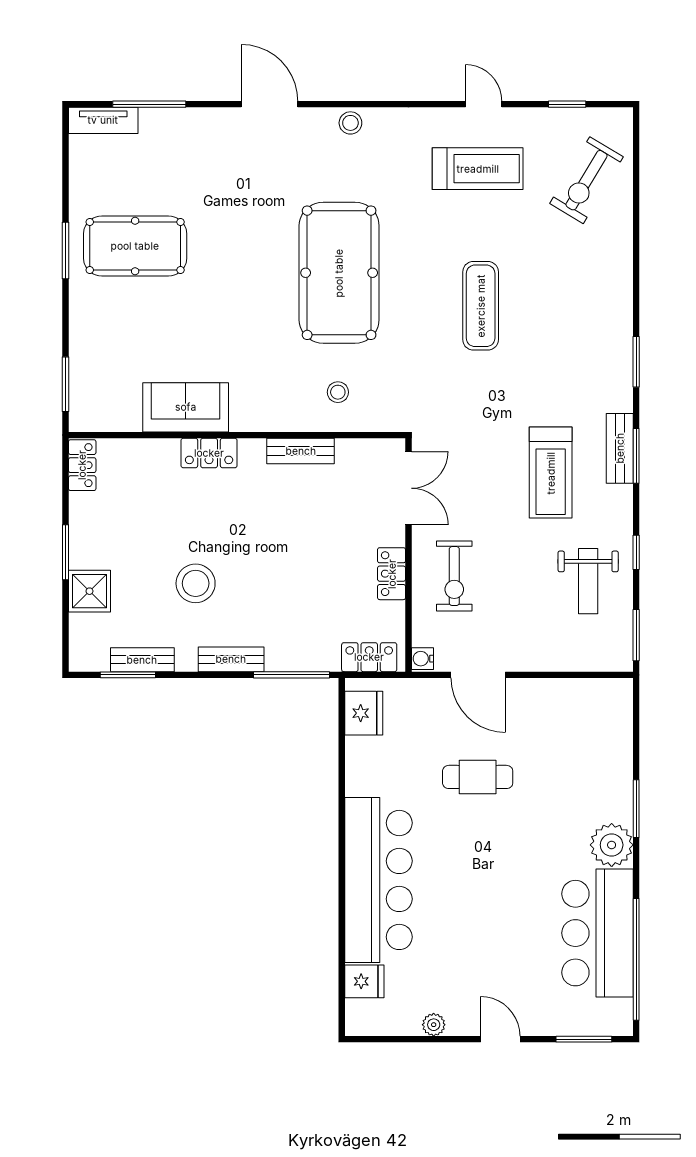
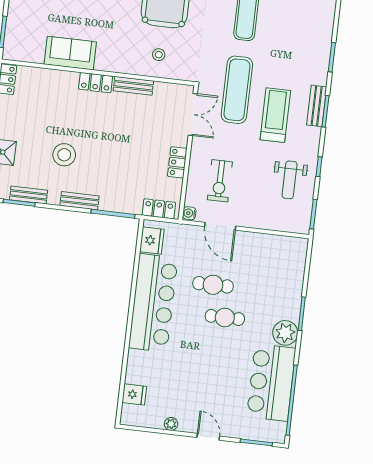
exercise mat: (479, 437) -> (237, 90), added
locker: (209, 453) -> (96, 83), moved
treadmill: (551, 473) -> (275, 115), turned 180
exercise bike: (454, 576) -> (220, 181), moved
cafe table: (505, 831) -> (225, 317), added
bar counter: (378, 880) -> (153, 303), moved

